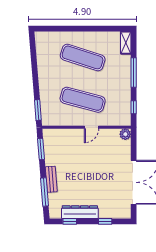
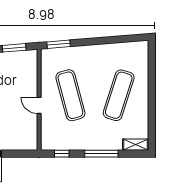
exercise mat: (83, 100) -> (70, 95), turned -30
plant: (125, 134) -> (31, 144), removed

